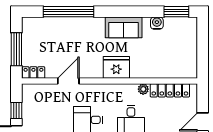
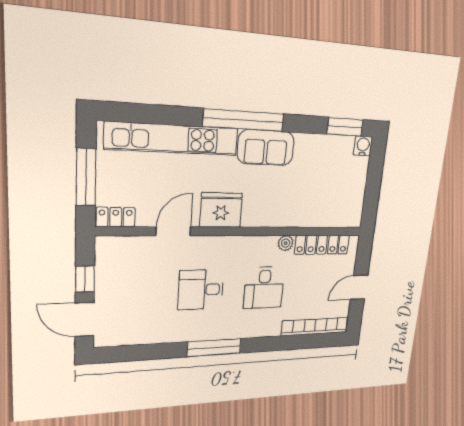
window: (68, 12) -> (244, 120), moved
water cooler: (157, 23) -> (363, 146), moved
kitchen unit: (65, 25) -> (173, 139), added
fridge: (116, 67) -> (221, 210), moved

